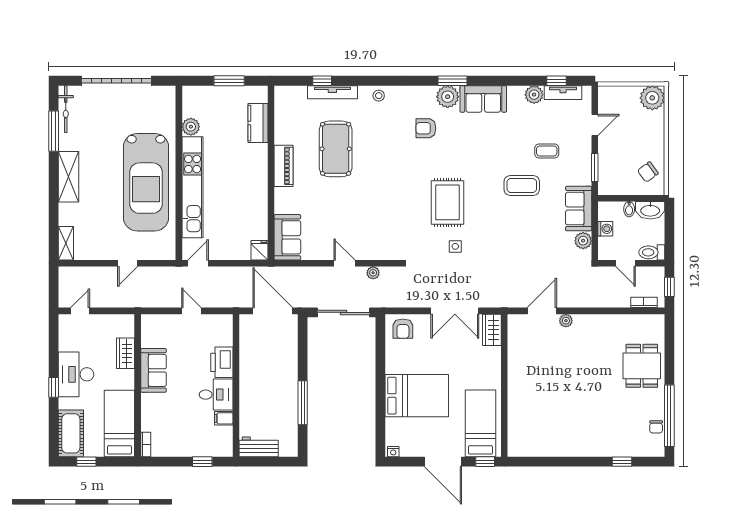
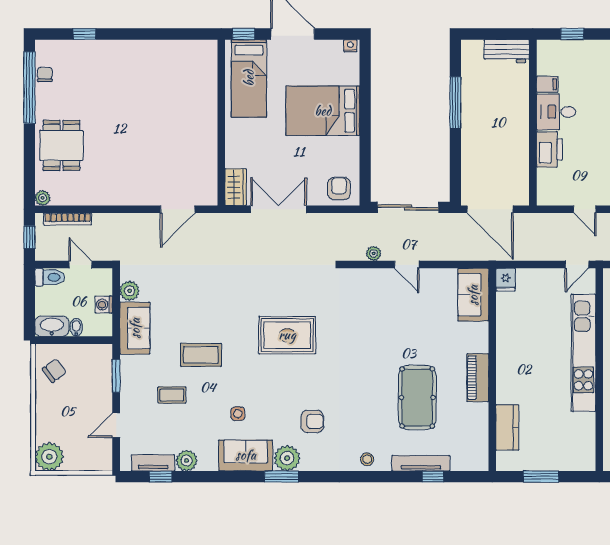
plant: (191, 127) -> (585, 423), removed
rug: (447, 202) -> (287, 335), turned 90
side table: (455, 246) -> (238, 414), moved
bookcase: (644, 302) -> (68, 219), width x1.56
plant: (566, 321) -> (43, 198), moved

